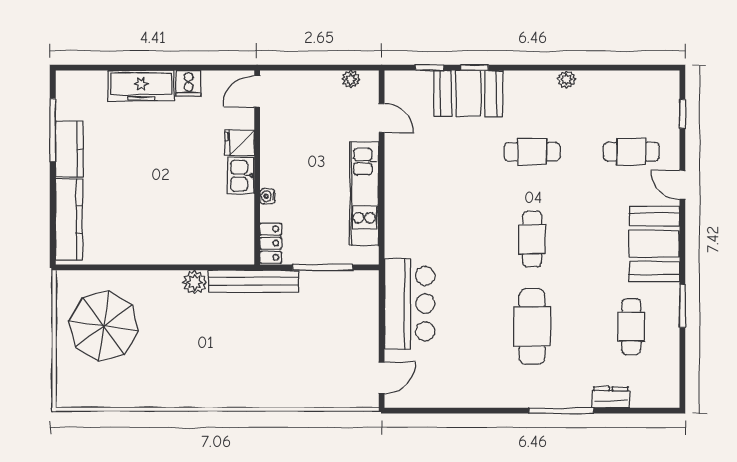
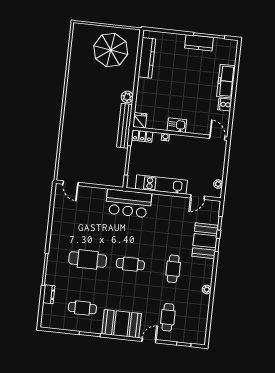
fridge: (239, 143) -> (140, 120), moved
kitchen counter: (69, 220) -> (147, 58), moved, turned -90
bar counter: (410, 304) -> (128, 203), moved

